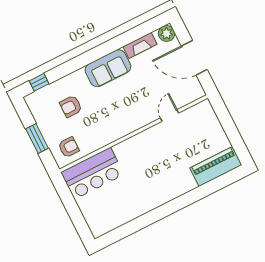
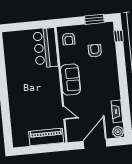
sofa: (108, 68) -> (70, 79), moved, turned 180
window: (37, 139) -> (94, 19), moved
piano: (216, 166) -> (46, 137), moved, turned -90

